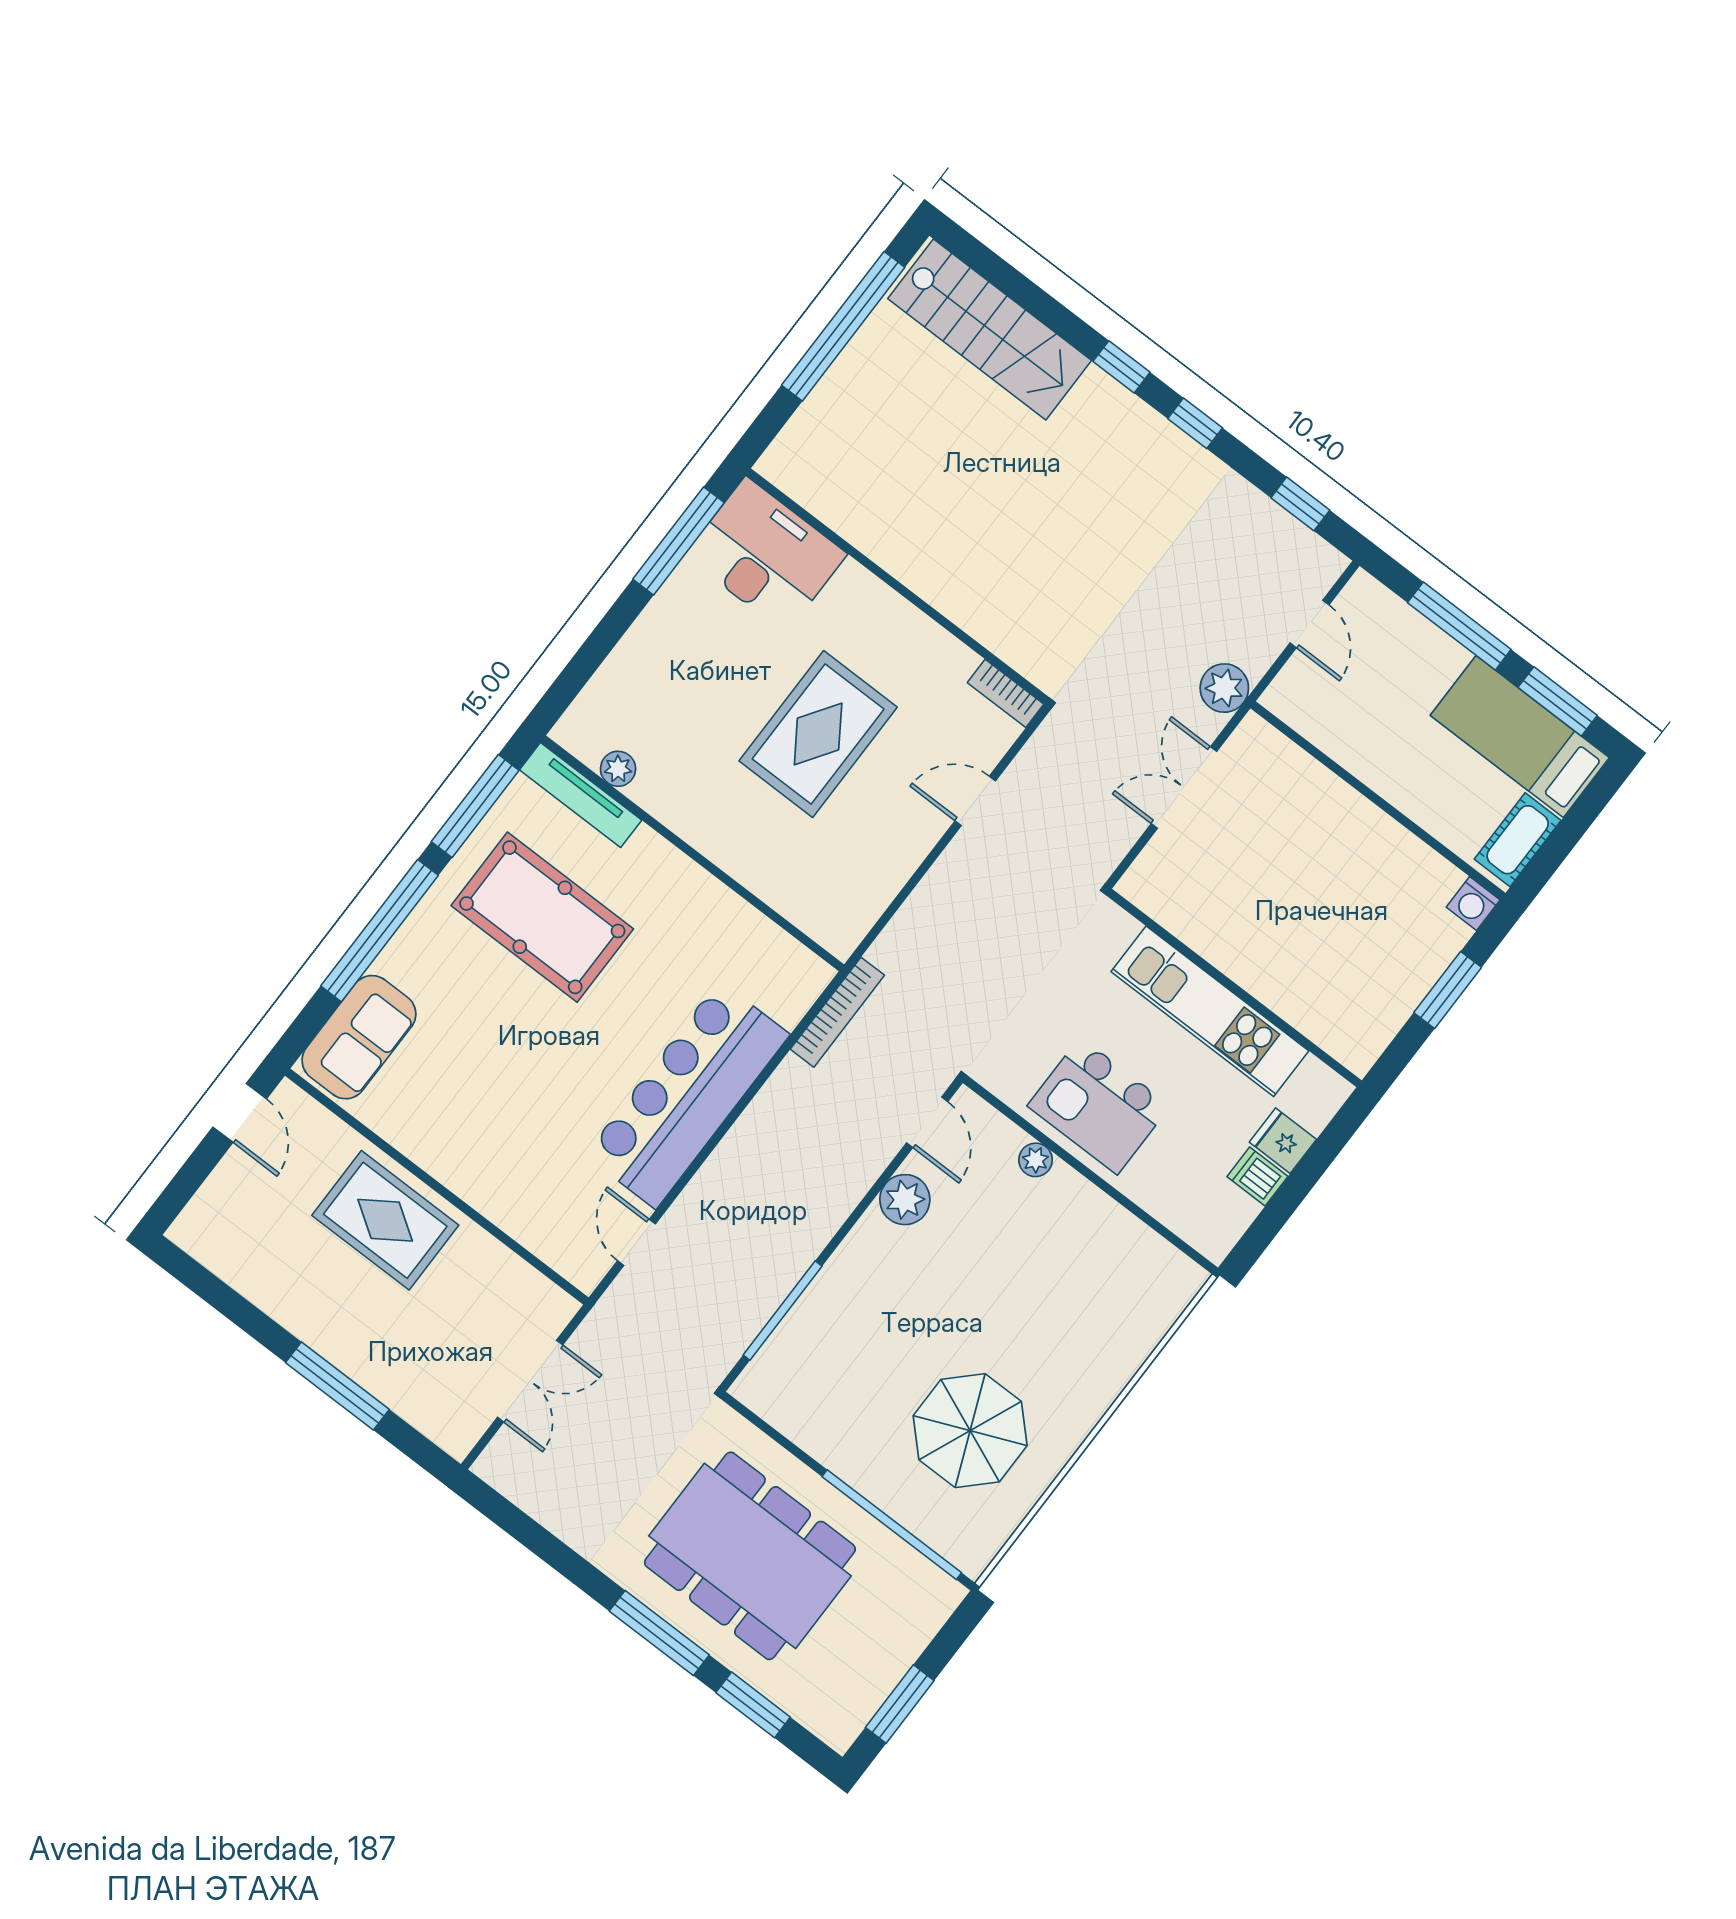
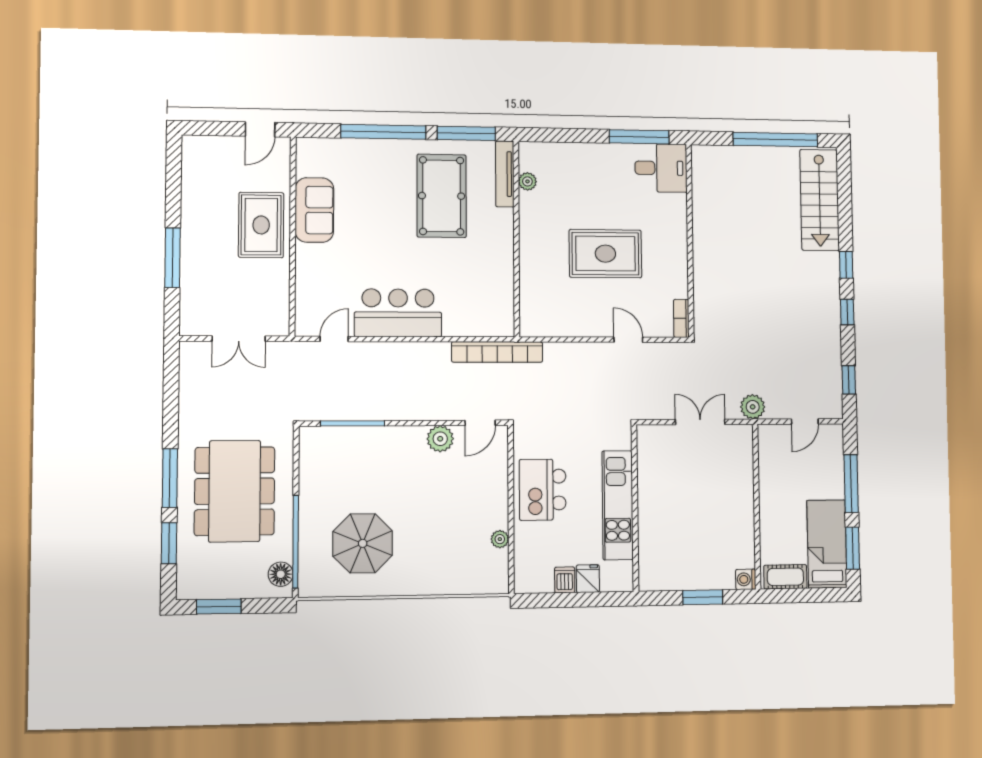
desk: (766, 555) -> (661, 168), width x0.73
bookcase: (837, 1012) -> (497, 352), width x1.48, depth x1.31
sofa: (359, 1037) -> (314, 210), moved, turned -90
bar counter: (687, 1095) -> (398, 313), width x0.73
plant: (1036, 1160) -> (500, 539), moved
floor lamp: (922, 1582) -> (281, 574), added

